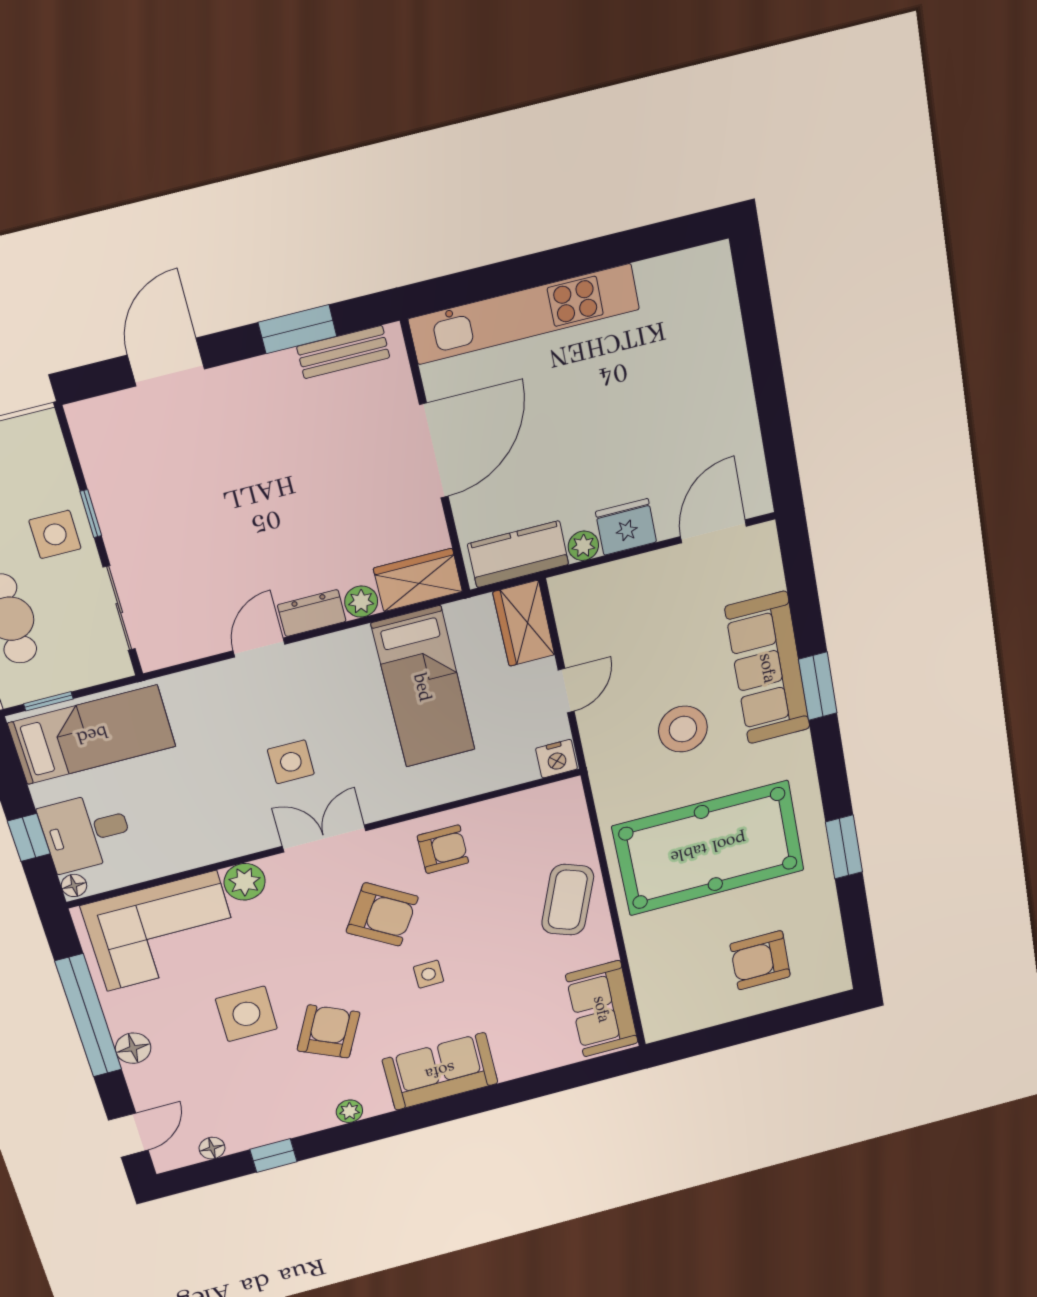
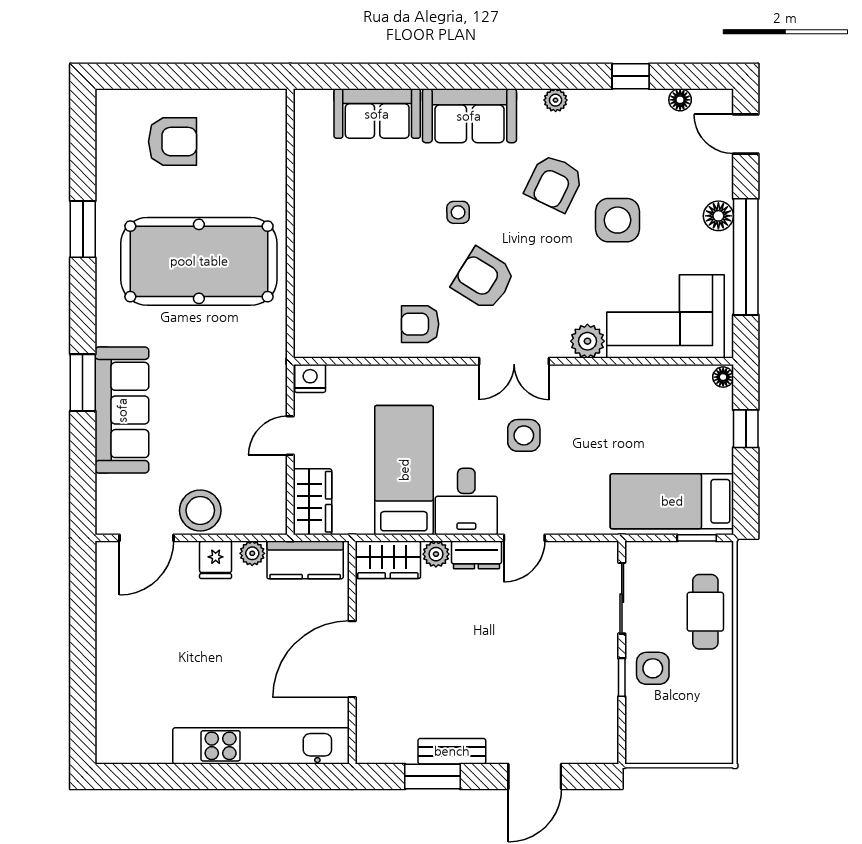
bench: (343, 352) -> (452, 751), moved
fridge: (626, 527) -> (216, 560), width x0.72
stool: (683, 729) -> (200, 511), moved
desk: (86, 832) -> (466, 502), moved, turned 90
coffee table: (568, 900) -> (327, 248), removed
sofa: (602, 1009) -> (377, 114), moved, turned 90
door: (128, 1135) -> (746, 134), hinge flipped

